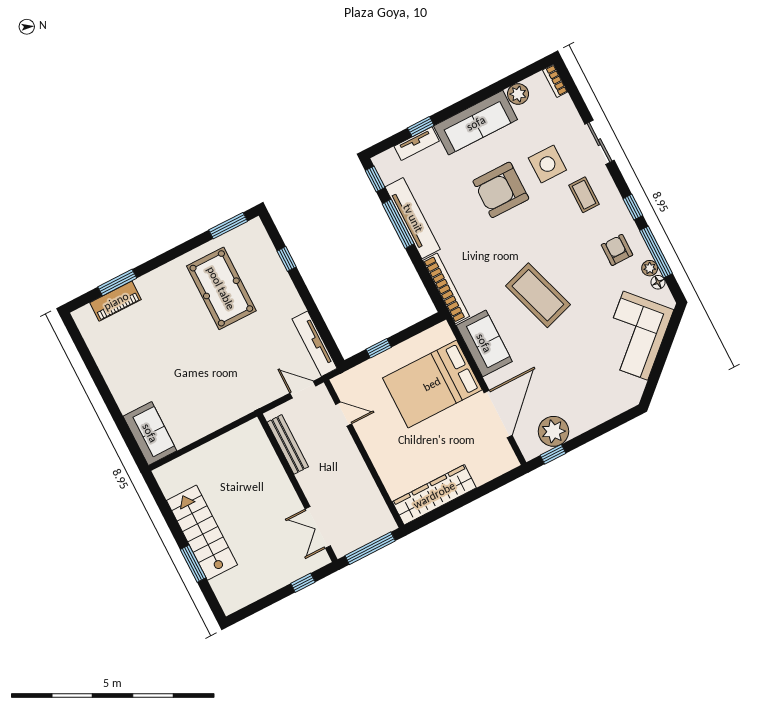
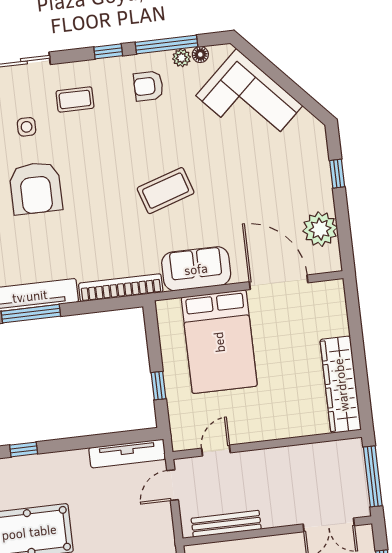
side table: (547, 164) -> (27, 127), width x0.54, depth x0.54
coffee table: (538, 295) -> (166, 191), width x0.73, depth x0.76
window: (553, 454) -> (337, 174), moved

